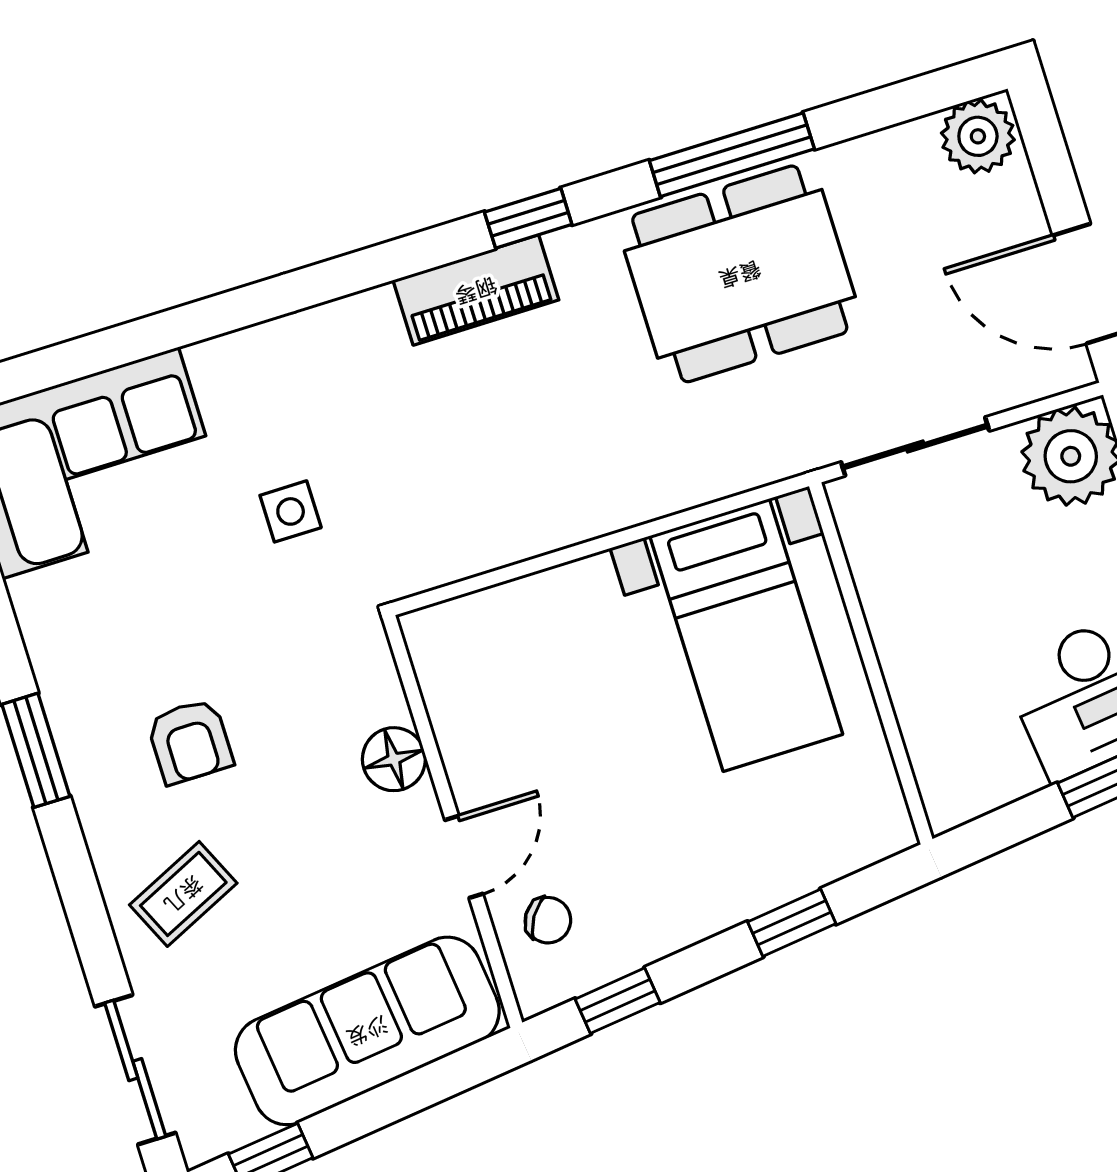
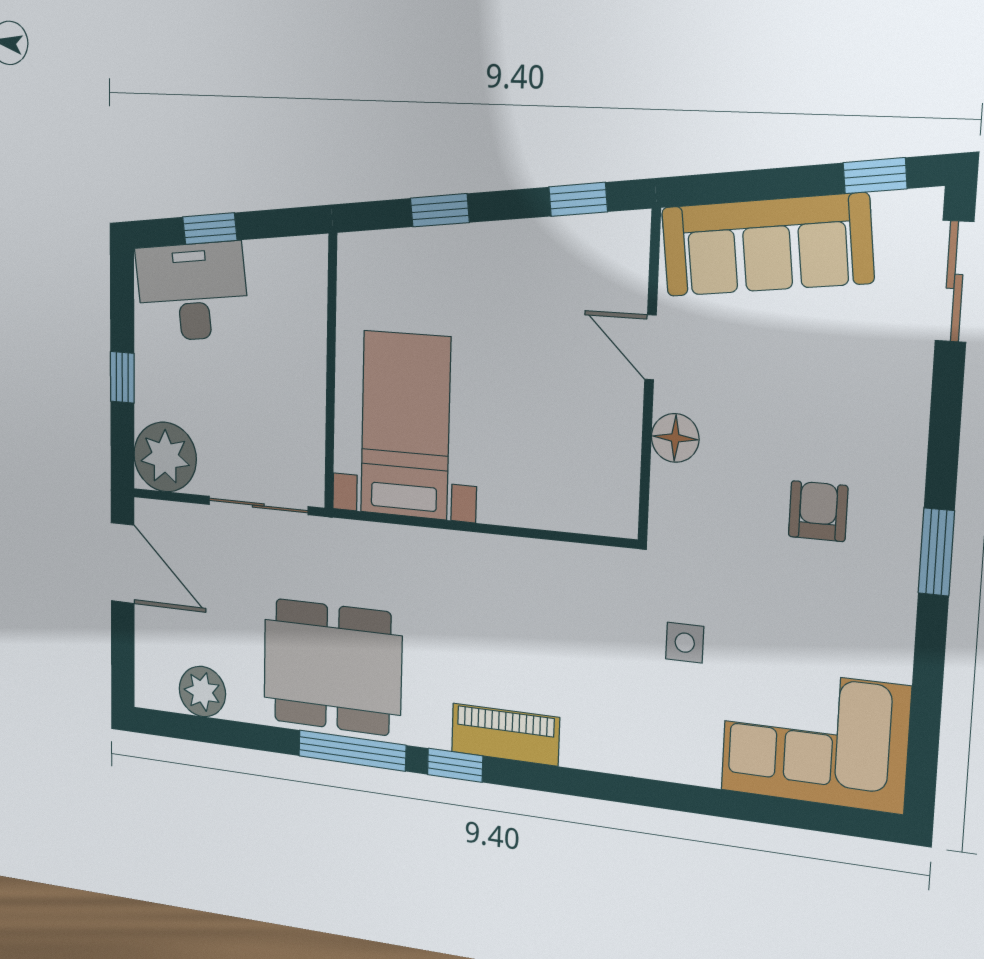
plant: (978, 136) -> (202, 692), moved
window: (732, 155) -> (352, 751), moved
door: (464, 857) -> (650, 347), hinge flipped
coffee table: (183, 894) -> (866, 401), removed
chair: (548, 920) -> (607, 278), removed

